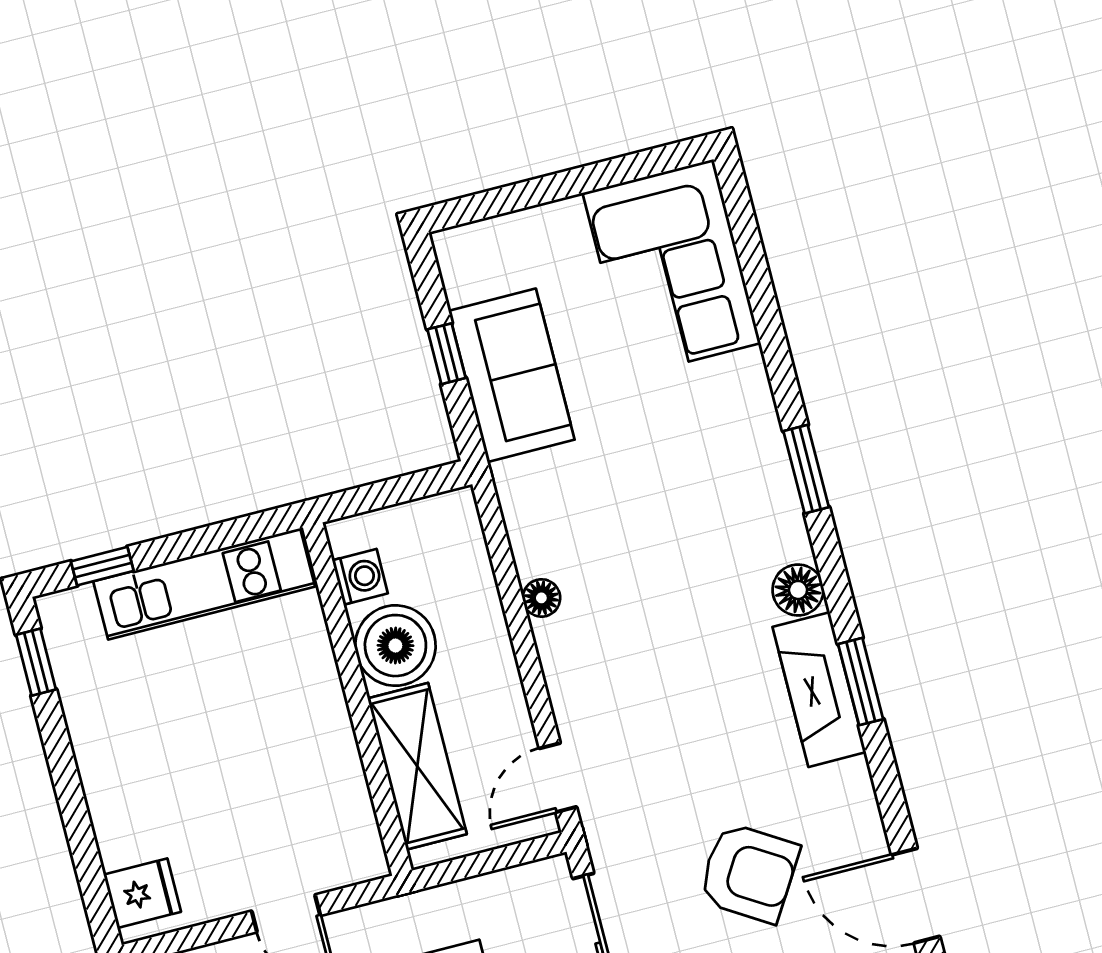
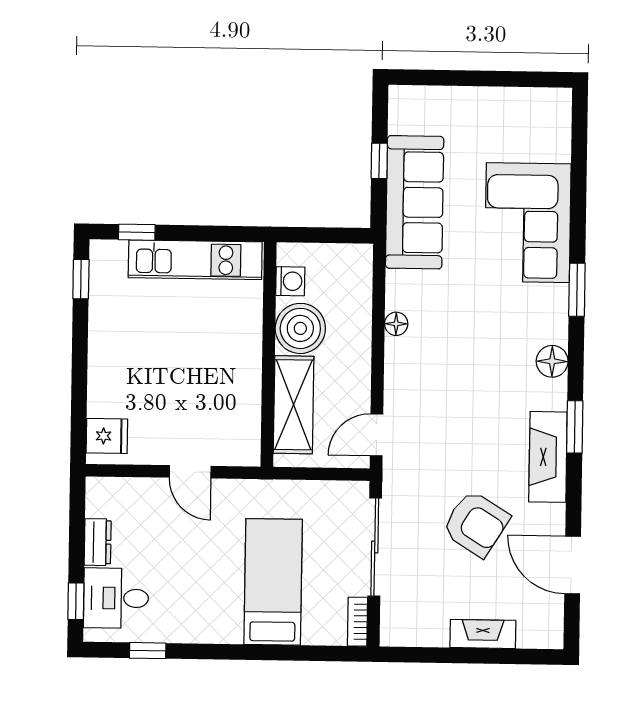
corner sofa: (672, 268) -> (528, 223), moved
sofa: (512, 375) -> (415, 202), width x1.36
fireplace: (819, 690) -> (548, 457), moved

